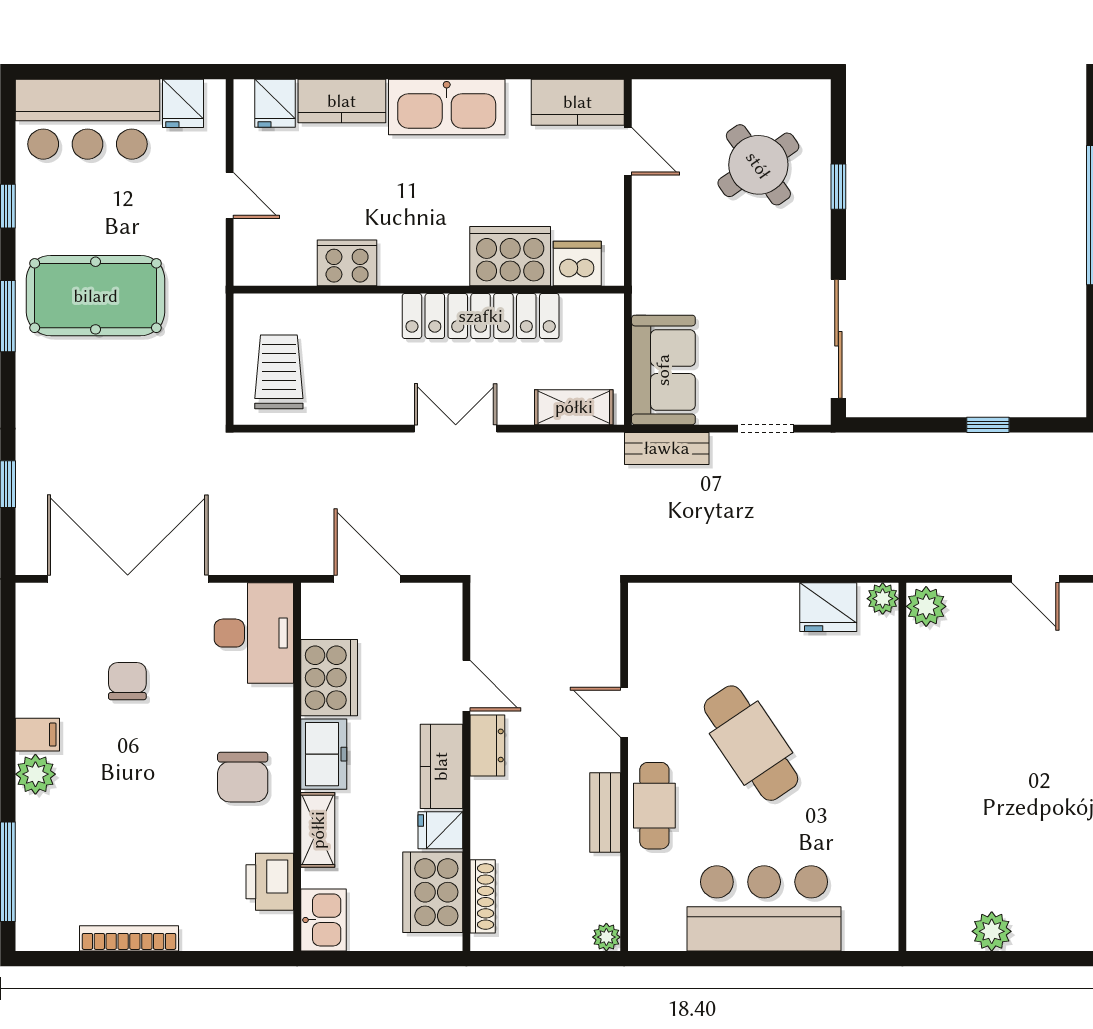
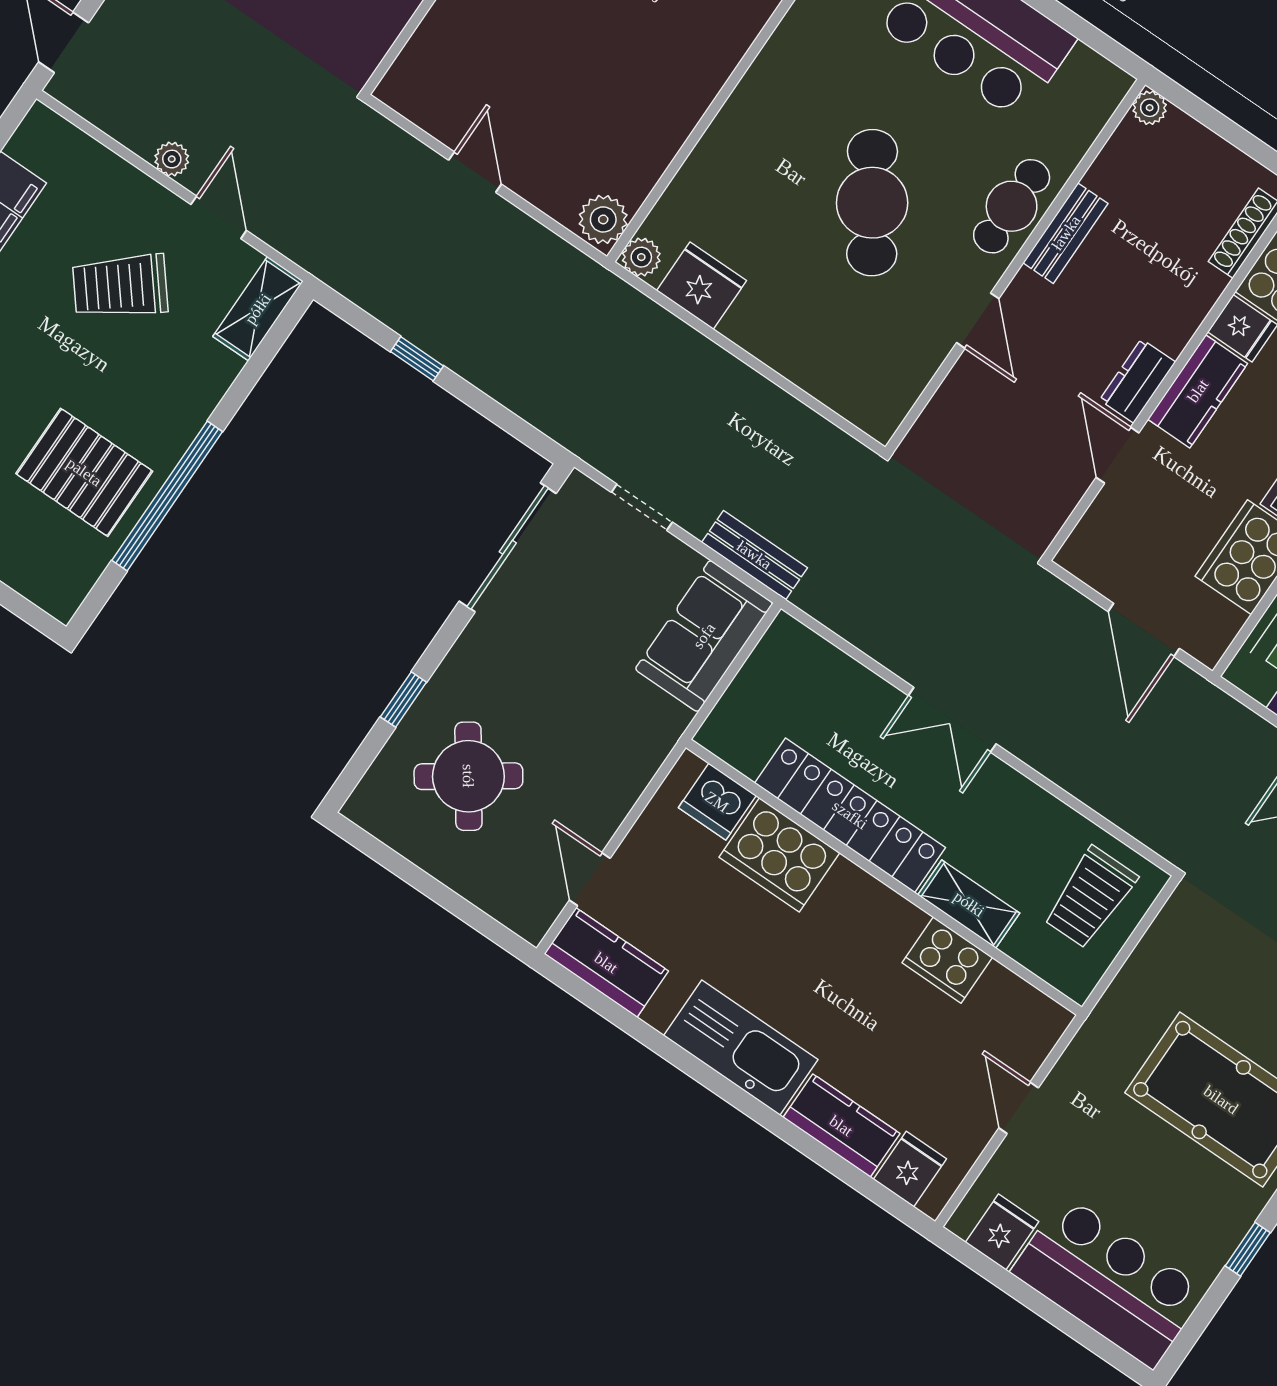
shelving: (574, 407) -> (969, 904), moved

